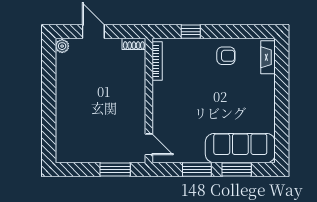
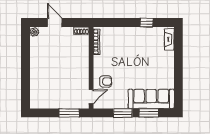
window: (191, 32) -> (146, 23), moved
armchair: (226, 56) -> (106, 81), moved
door: (149, 144) -> (91, 97), hinge flipped

